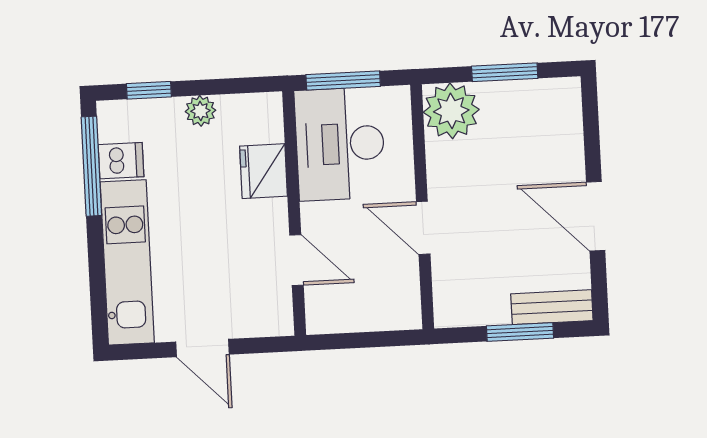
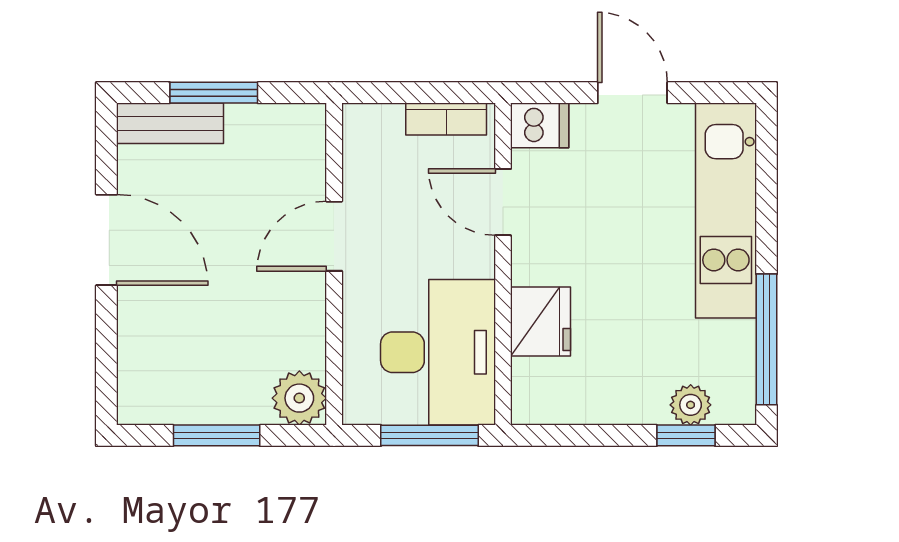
plant: (200, 111) -> (691, 405), moved
plant: (451, 111) -> (299, 398), width x0.73, depth x0.73
dishwasher: (121, 161) -> (540, 125), moved, turned 180
door: (423, 228) -> (334, 236), swing flipped
bookcase: (343, 321) -> (446, 119), added

